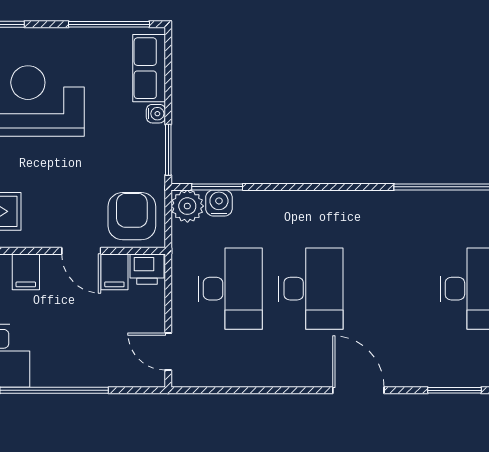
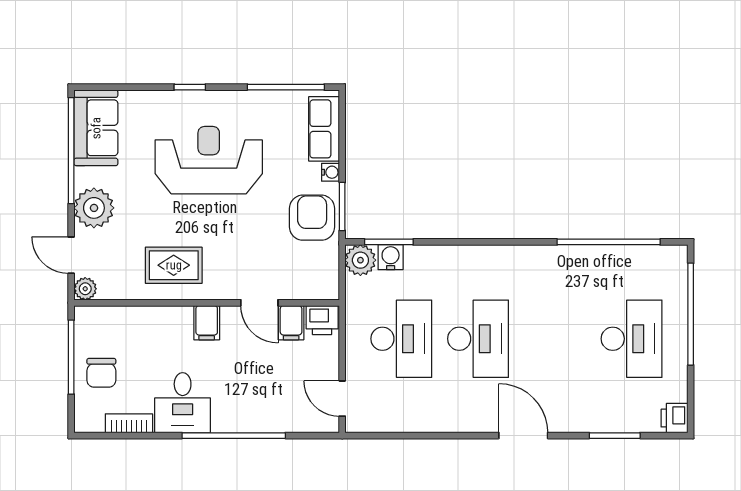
armchair: (132, 216) -> (312, 218), moved

